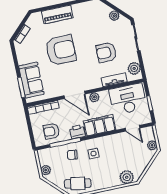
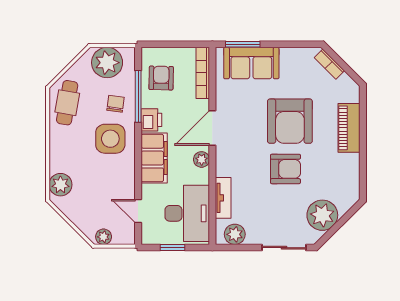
plant: (114, 16) -> (322, 215), width x1.88, depth x1.88
armchair: (106, 52) -> (285, 169), moved, turned 90
door: (133, 128) -> (138, 211), hinge flipped
side table: (93, 154) -> (110, 139), width x1.87, depth x1.87
plant: (46, 170) -> (107, 63), width x1.88, depth x1.88

